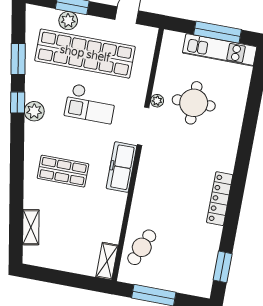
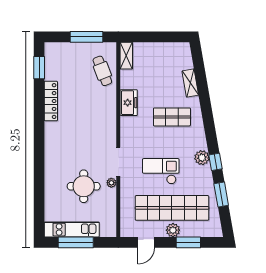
plant: (68, 21) -> (173, 230), moved
freezer: (122, 167) -> (129, 103), moved, width x0.71
locker: (220, 199) -> (51, 101), moved
shelving: (31, 227) -> (190, 83), moved
cafe table: (142, 247) -> (102, 71), turned -44

